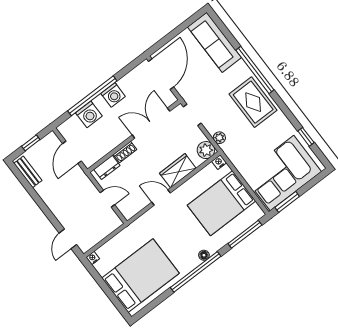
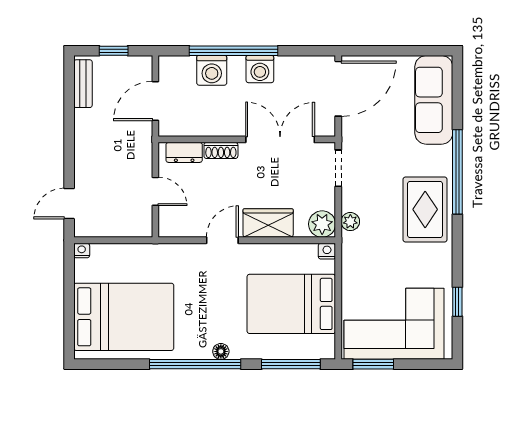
door: (161, 198) -> (222, 240), hinge flipped

